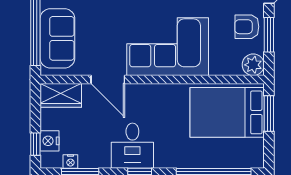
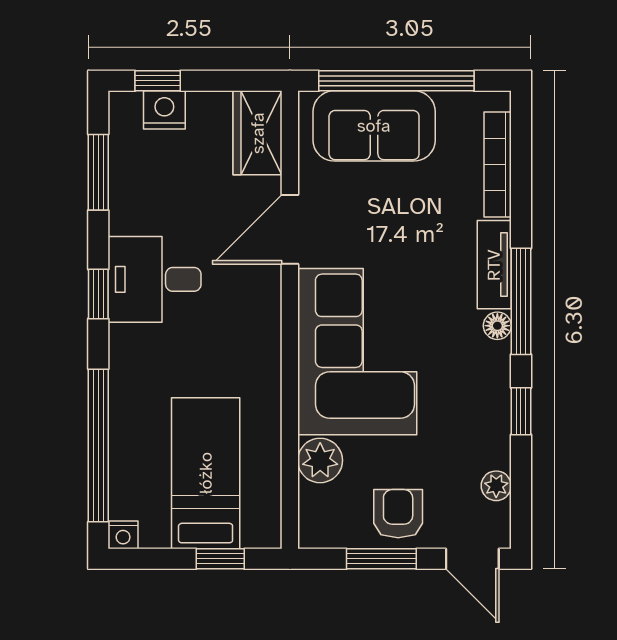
plant: (253, 65) -> (320, 460), moved
bed: (227, 112) -> (206, 473), width x0.67
window: (269, 114) -> (220, 559), width x0.67
nightstand: (70, 161) -> (123, 535), moved, turned -90

